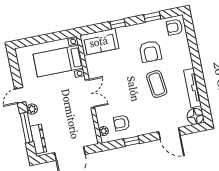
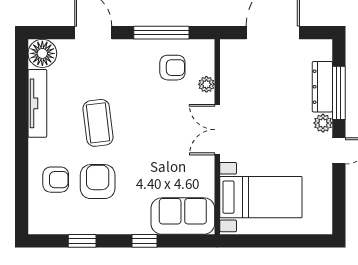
armchair: (175, 27) -> (56, 180), moved
plant: (104, 131) -> (206, 84), moved
dresser: (38, 139) -> (322, 87), moved
window: (132, 141) -> (161, 33), width x2.17

